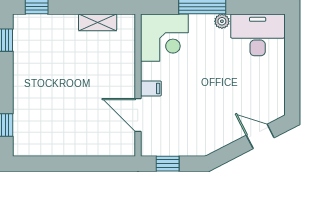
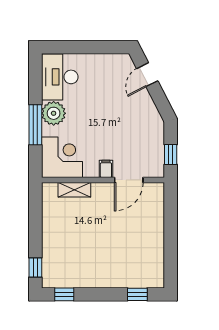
plant: (222, 21) -> (54, 113), width x1.87, depth x1.87
shelving: (98, 22) -> (74, 190), moved, turned 90

